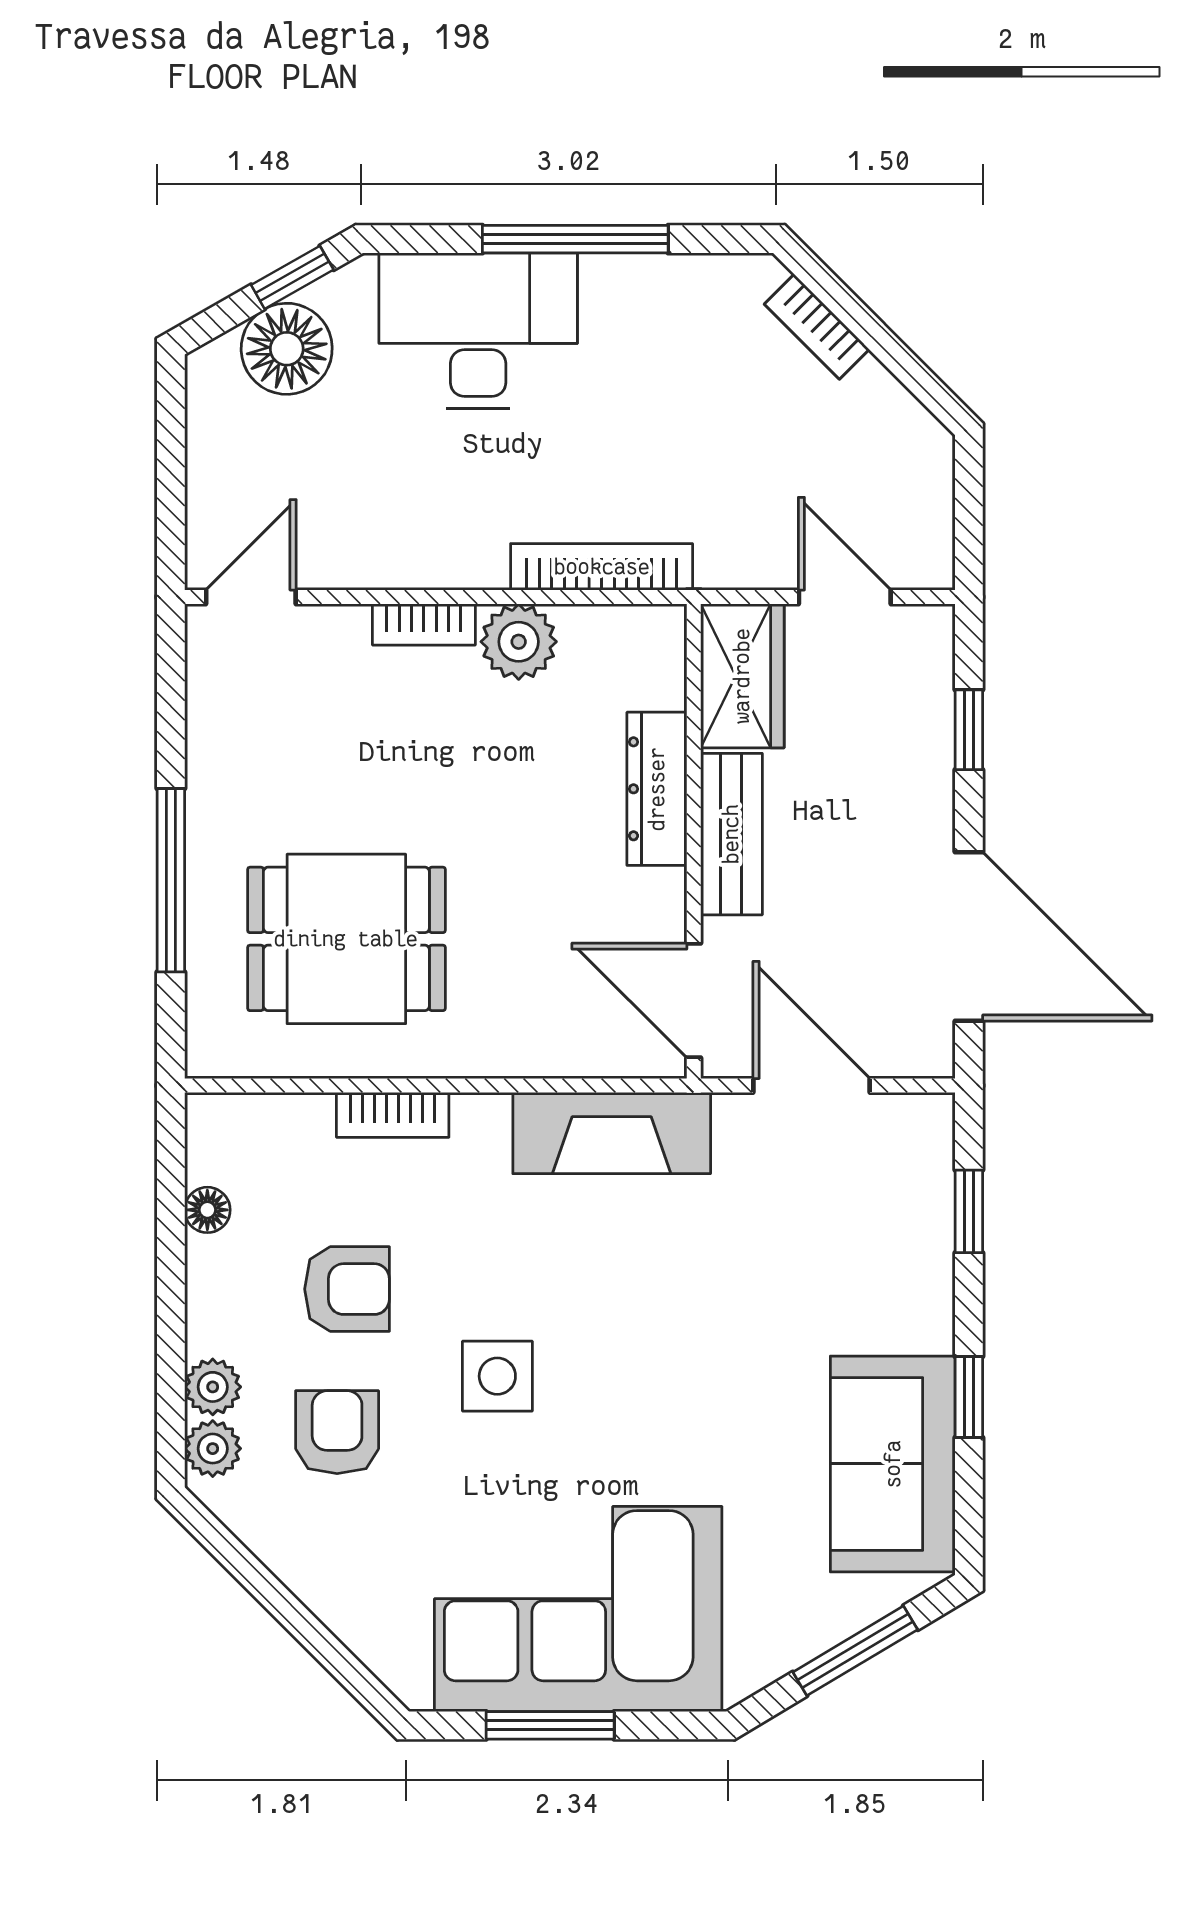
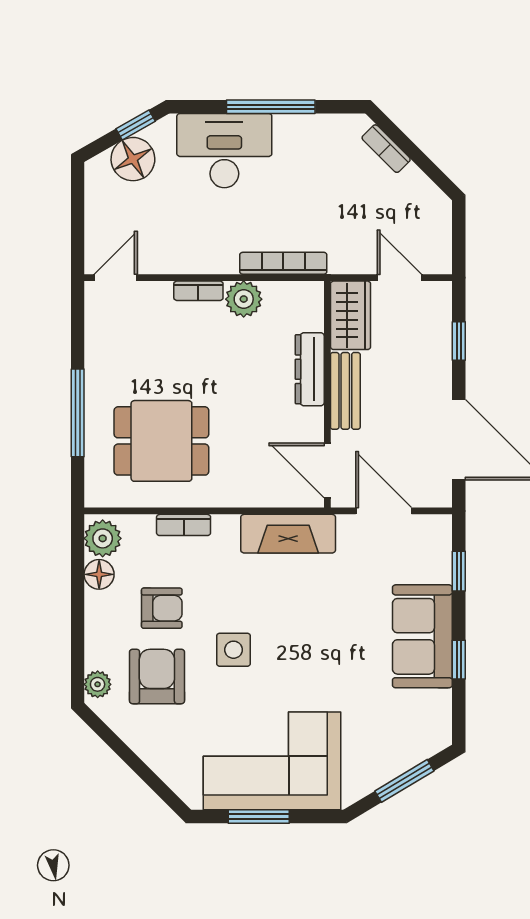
floor lamp: (207, 1210) -> (99, 574), width x1.37, depth x1.37
plant: (213, 1387) -> (103, 538), moved, width x1.38, depth x1.38
armchair: (337, 1432) -> (157, 677), width x1.38, depth x1.38
sofa: (893, 1464) -> (422, 636), moved

